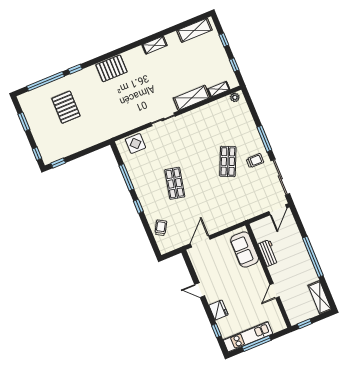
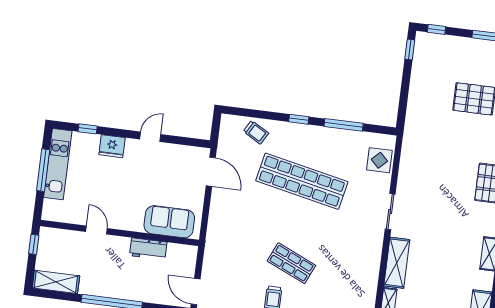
shop shelf: (175, 183) -> (302, 181), width x2.00, depth x1.36

